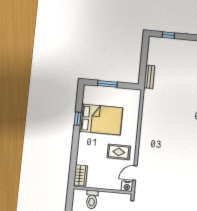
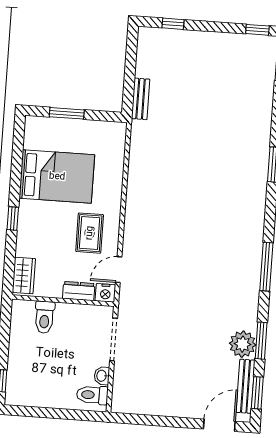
window: (78, 119) -> (13, 218), moved
rug: (119, 152) -> (90, 233), turned 90
dresser: (112, 185) -> (79, 291), added

